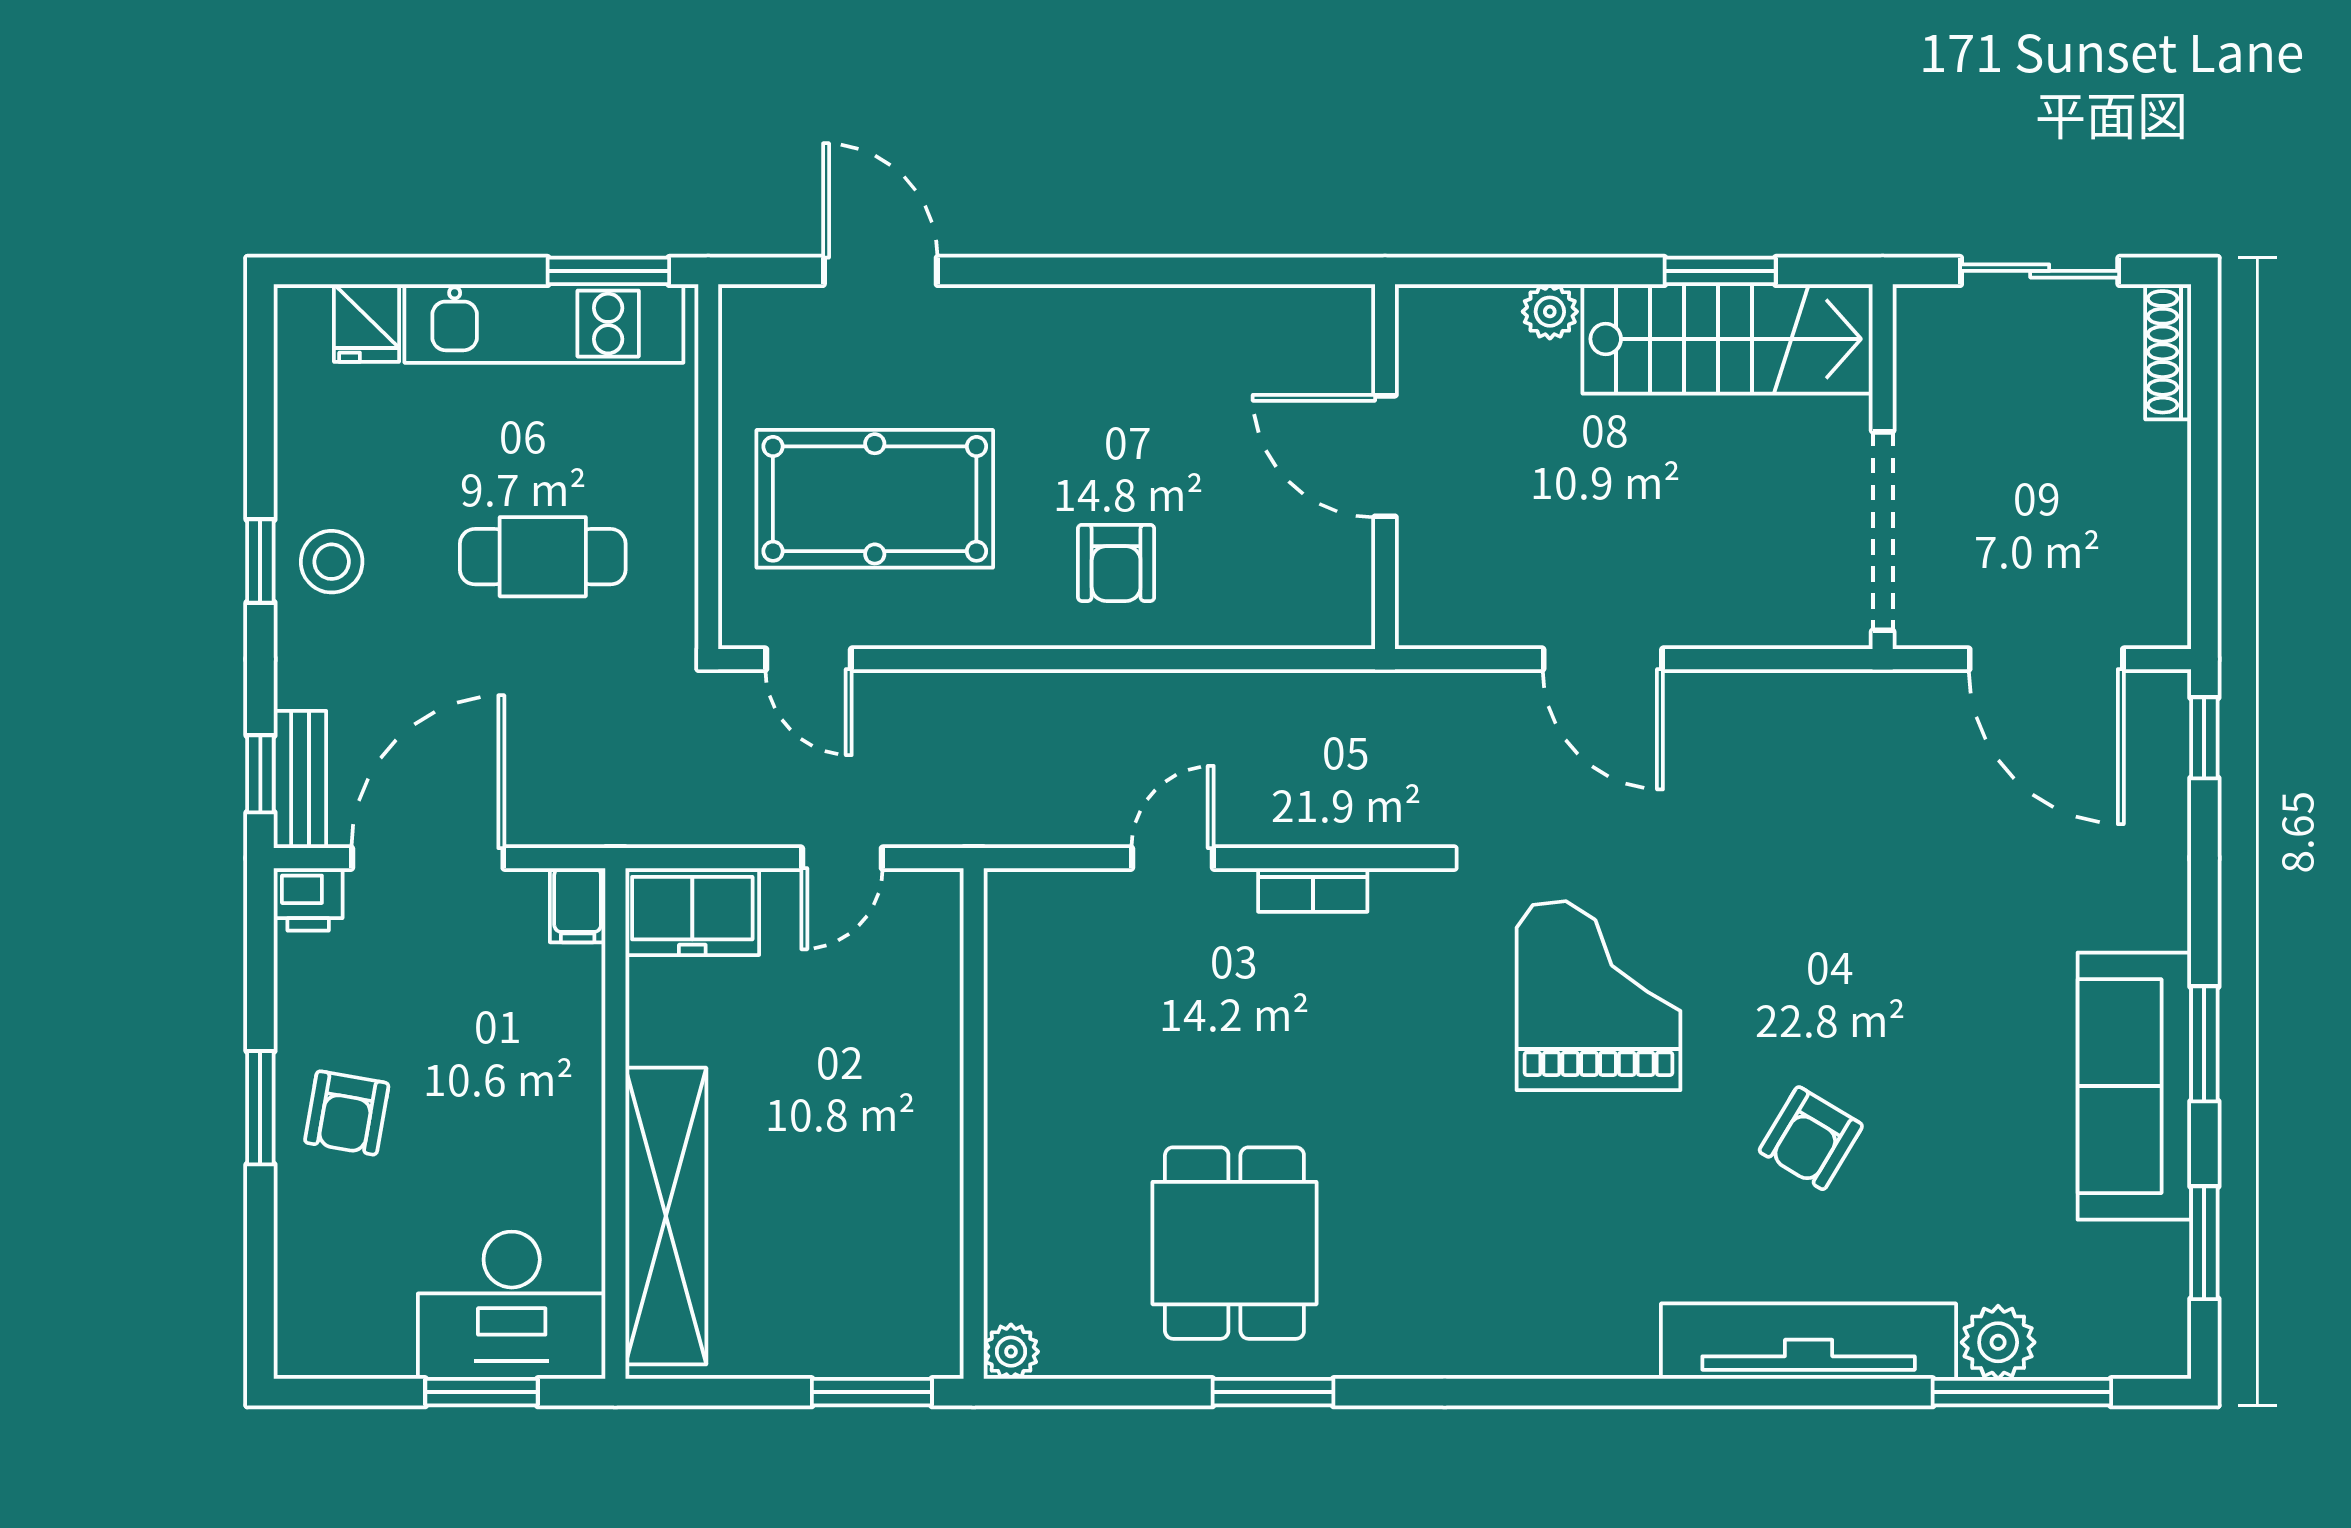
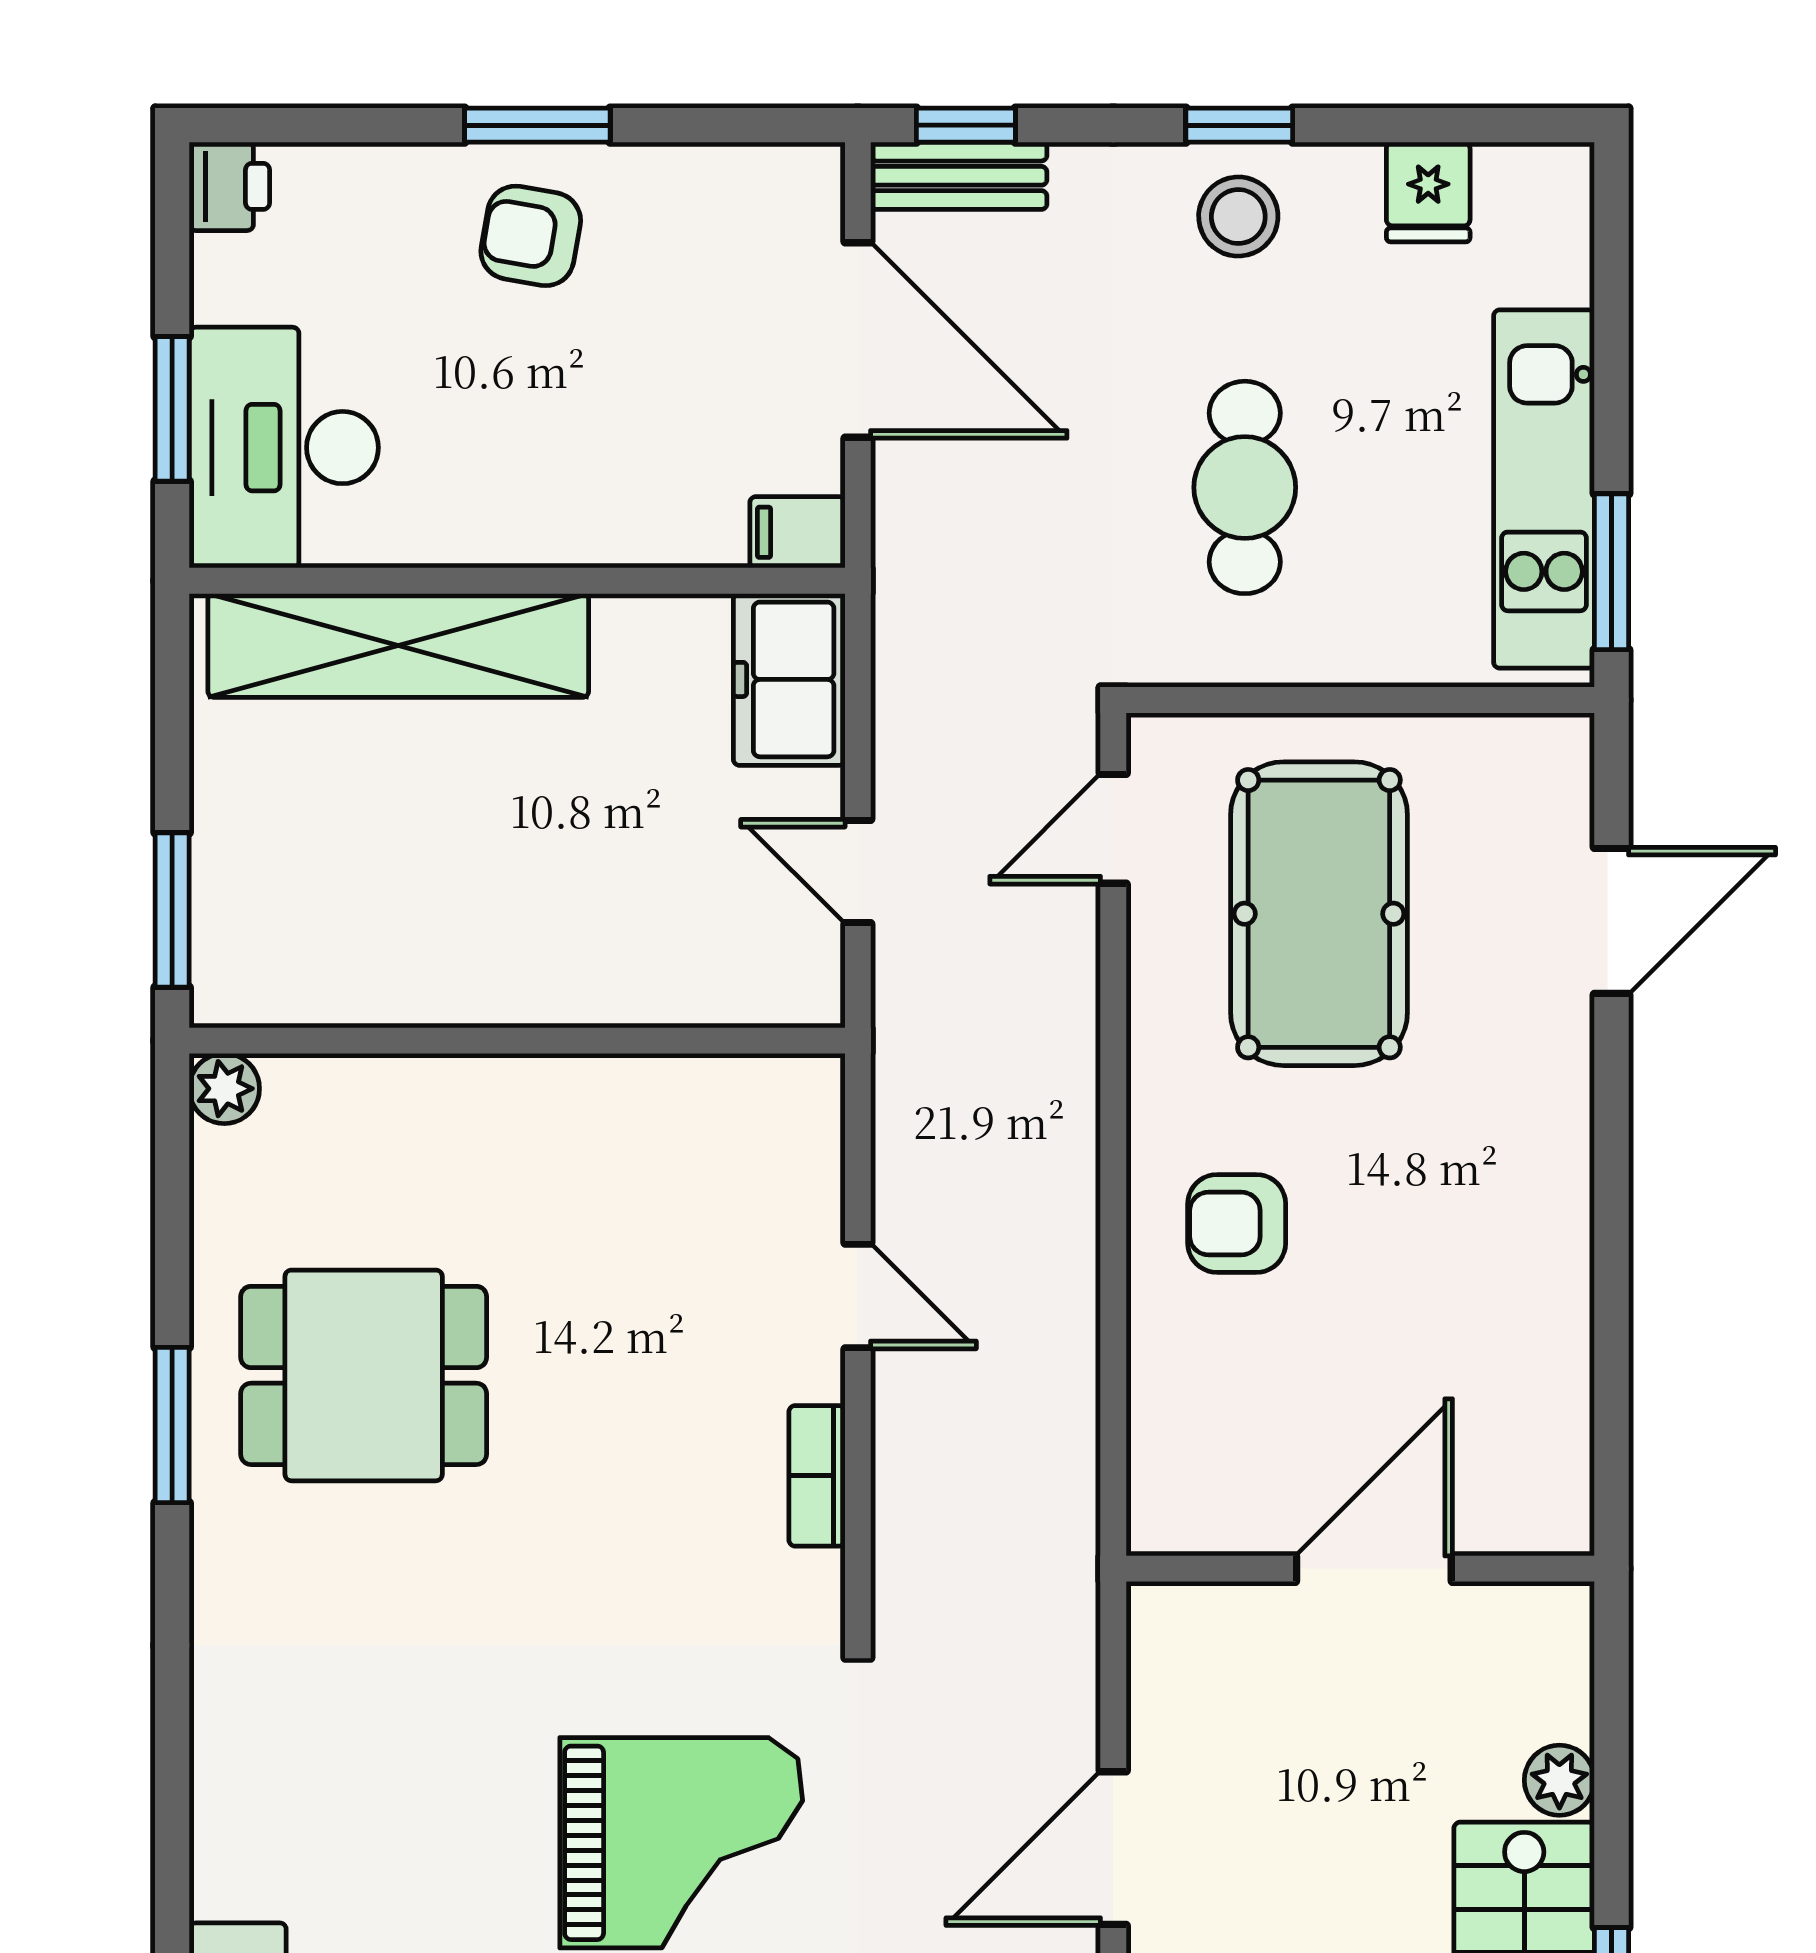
fridge: (367, 323) -> (1428, 192), moved, turned -90
printer: (308, 899) -> (229, 186), moved, turned 180

